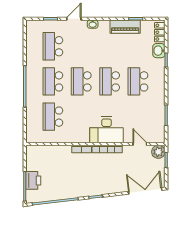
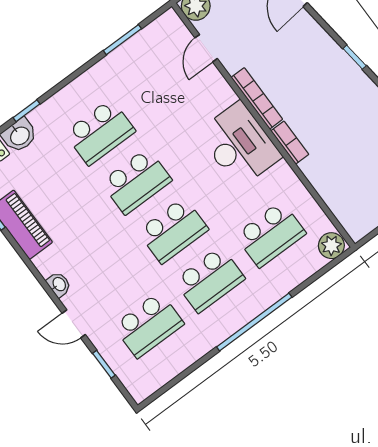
desk: (107, 130) -> (239, 145), moved
plant: (32, 136) -> (331, 246), added

